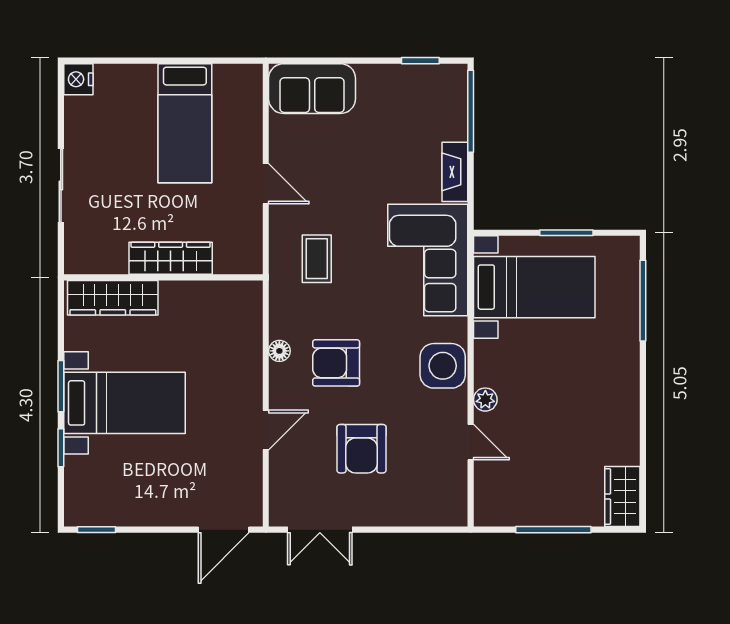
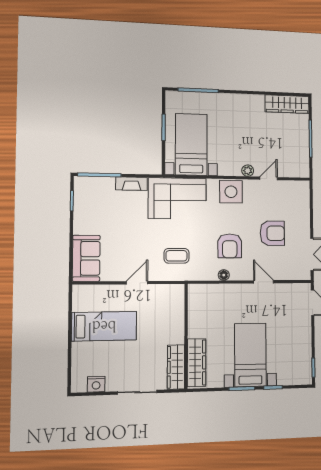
nightstand: (78, 79) -> (96, 384), moved
wardrobe: (171, 258) -> (176, 367), moved
wardrobe: (622, 497) -> (287, 104), width x1.50

